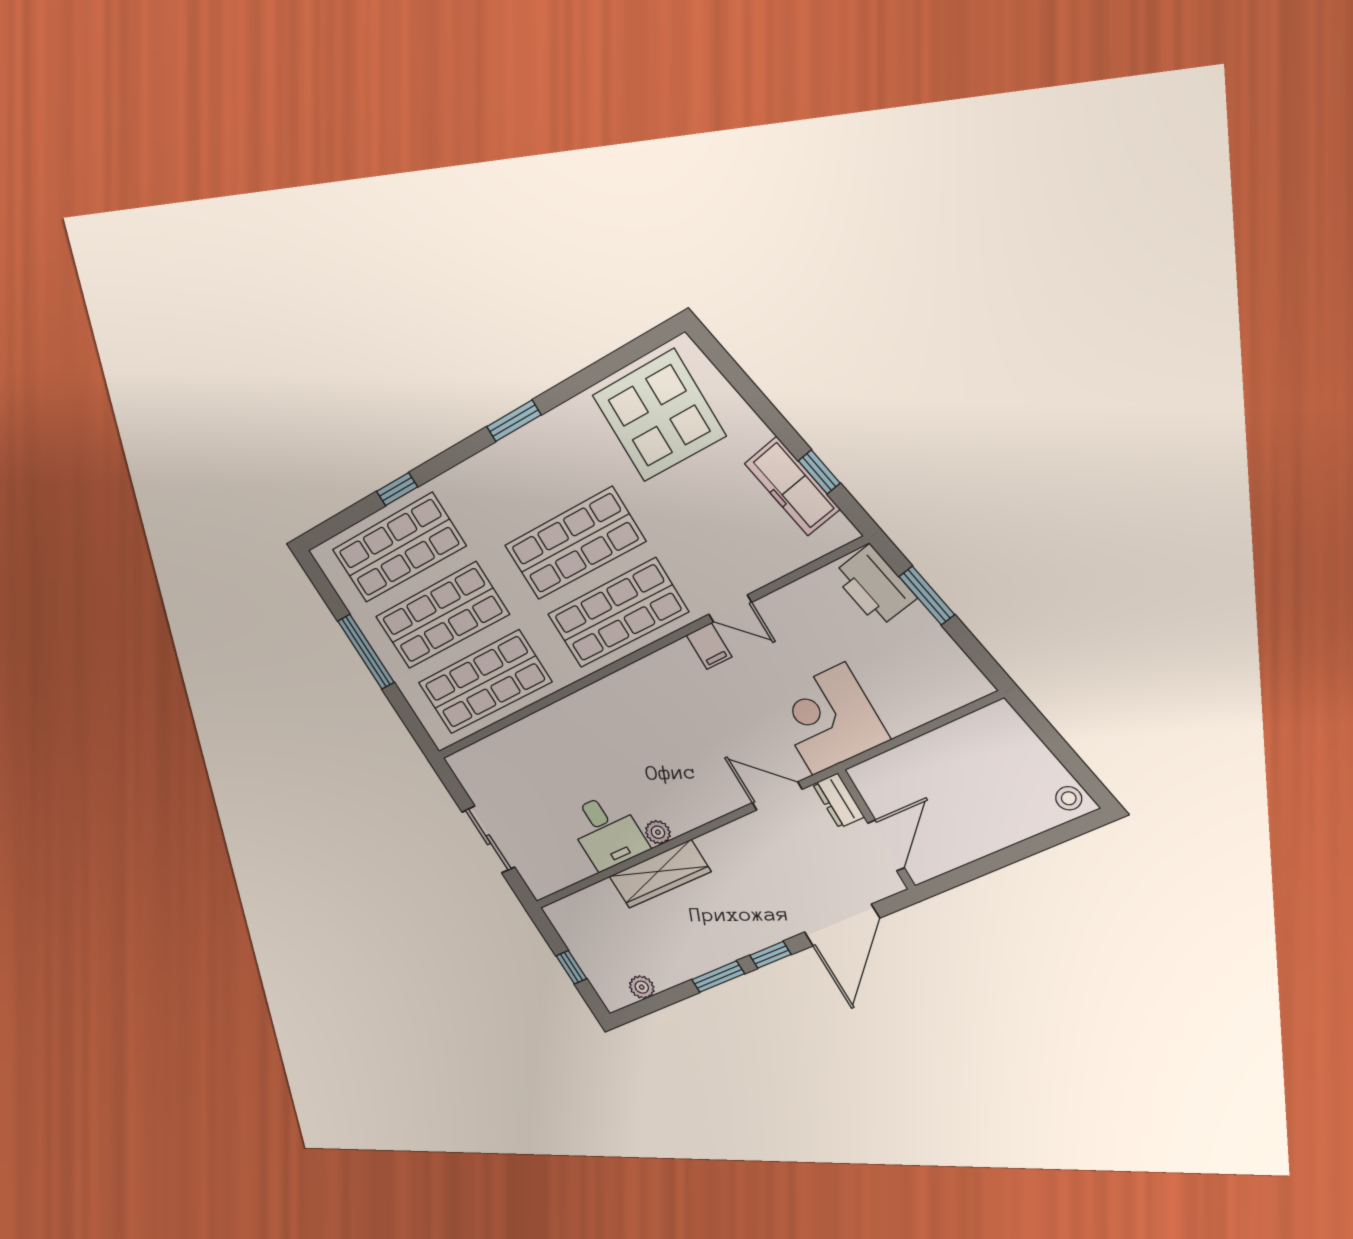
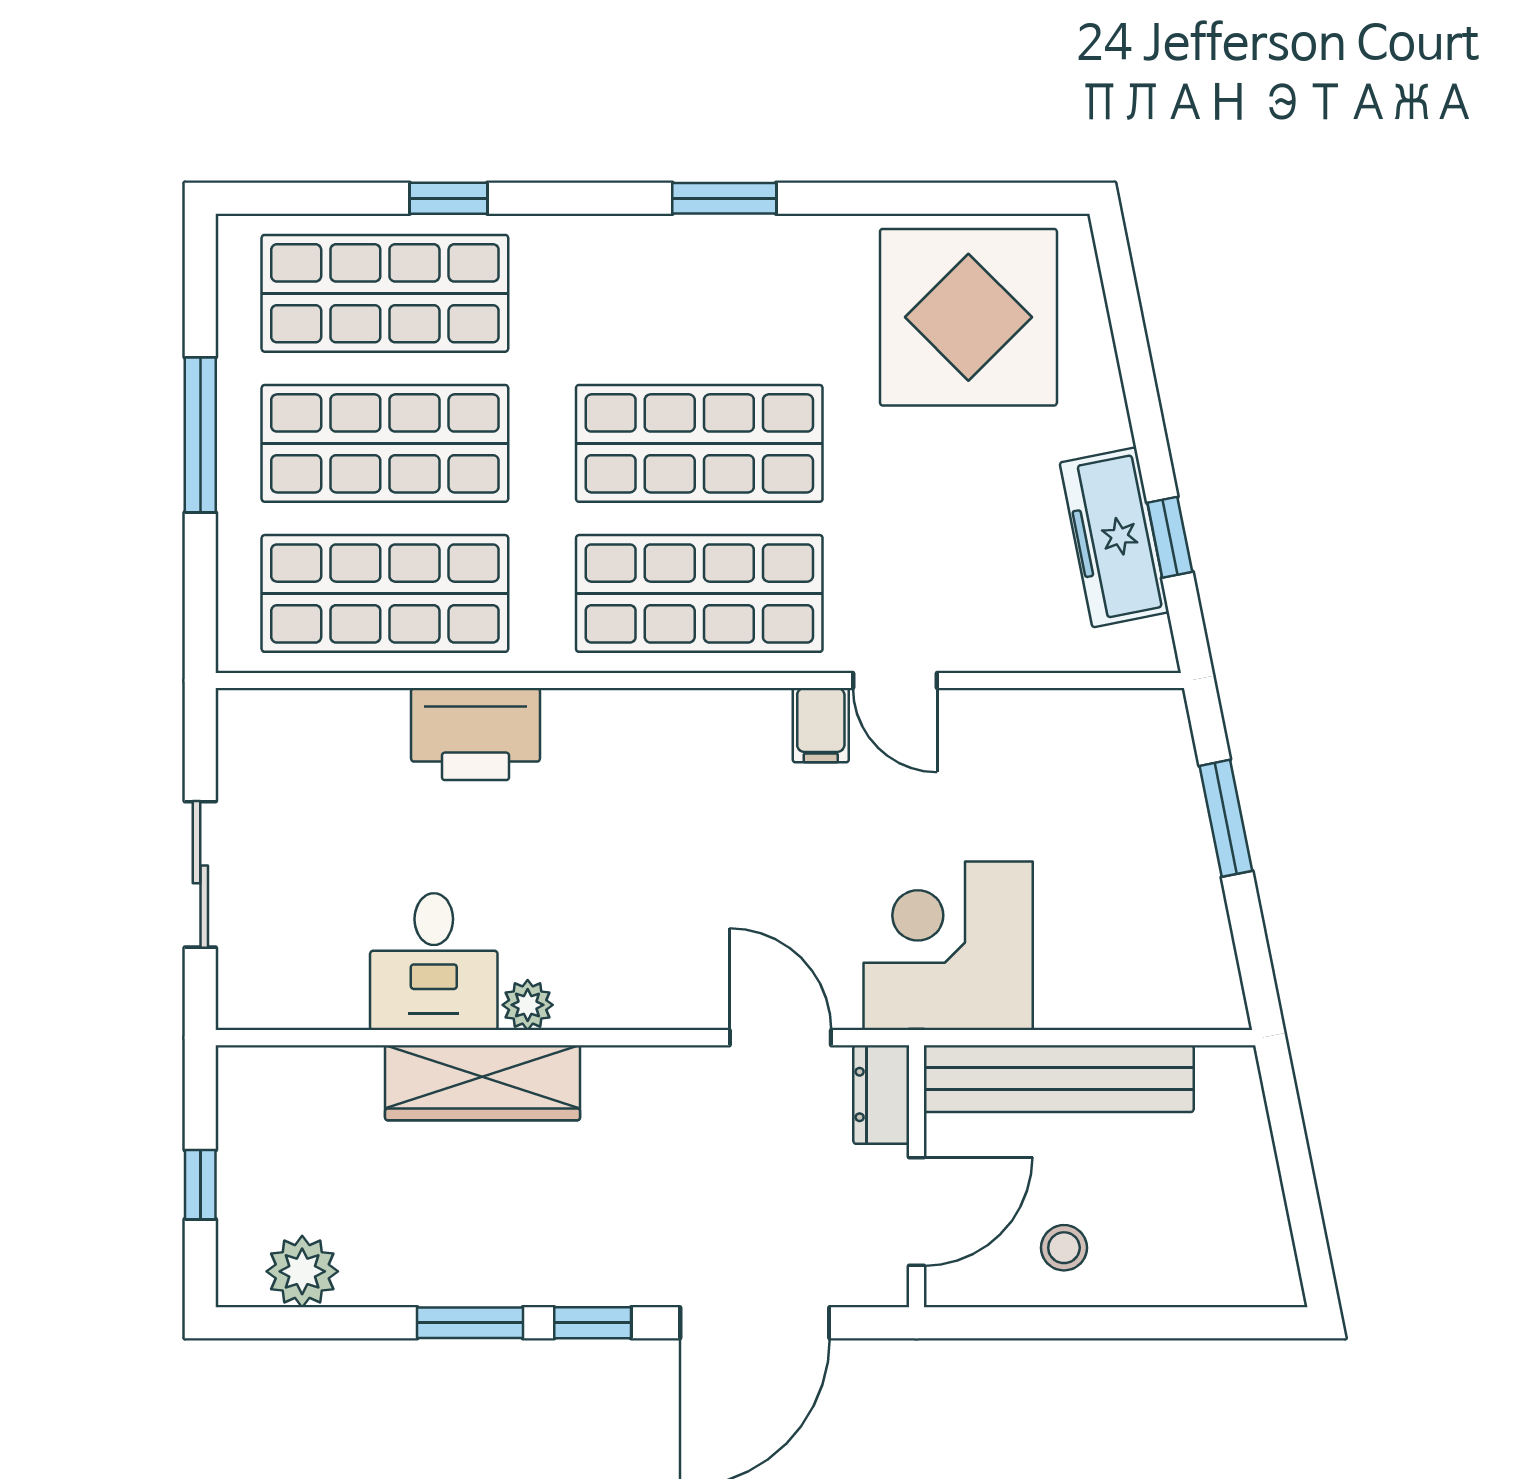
printer: (874, 586) -> (476, 734), moved, turned -79
bench: (917, 756) -> (1059, 1079), added
stool: (1069, 798) -> (1064, 1248), moved
plant: (642, 987) -> (302, 1271), width x1.38, depth x1.38

